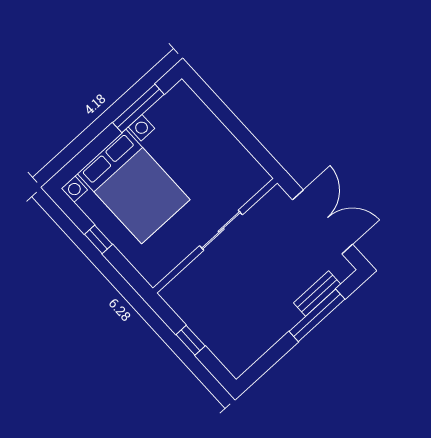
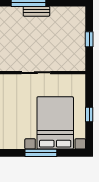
window: (138, 108) -> (41, 153), moved
bench: (317, 294) -> (36, 11), moved

